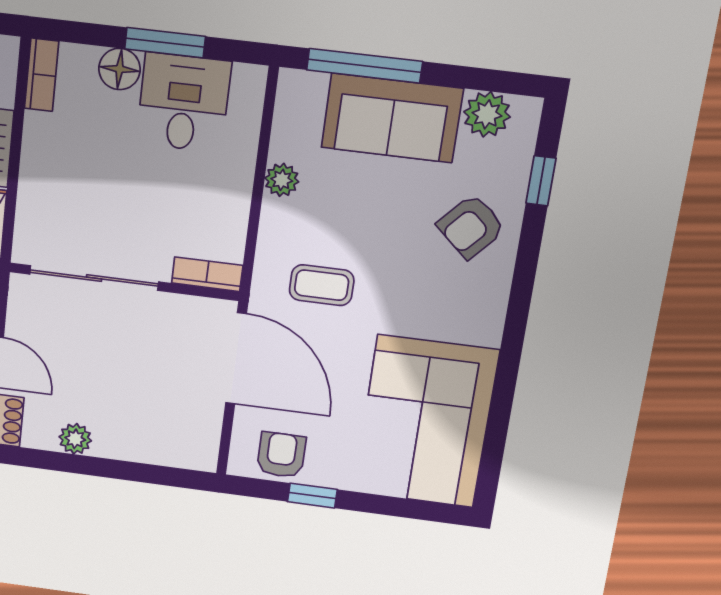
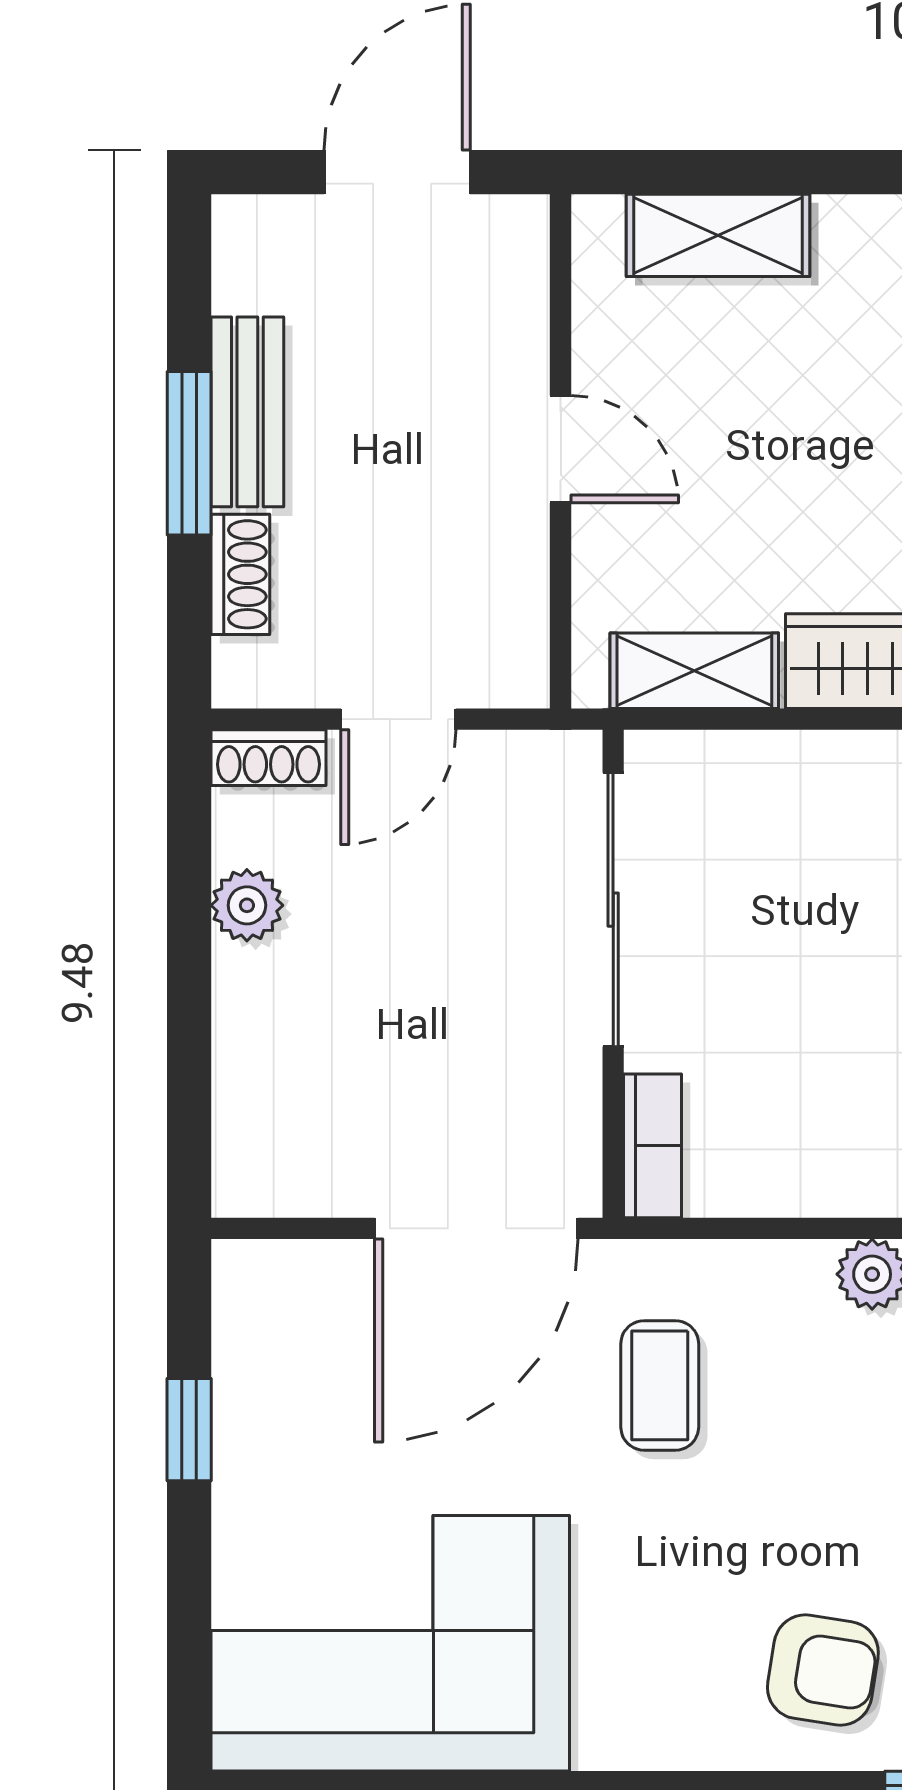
armchair: (471, 227) -> (823, 1670), turned 147
armchair: (281, 455) -> (273, 1351), removed

